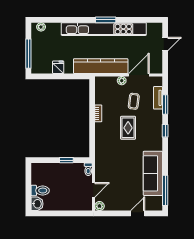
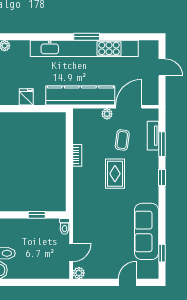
door: (165, 44) -> (162, 67), hinge flipped
window: (165, 190) -> (162, 253), width x0.46

